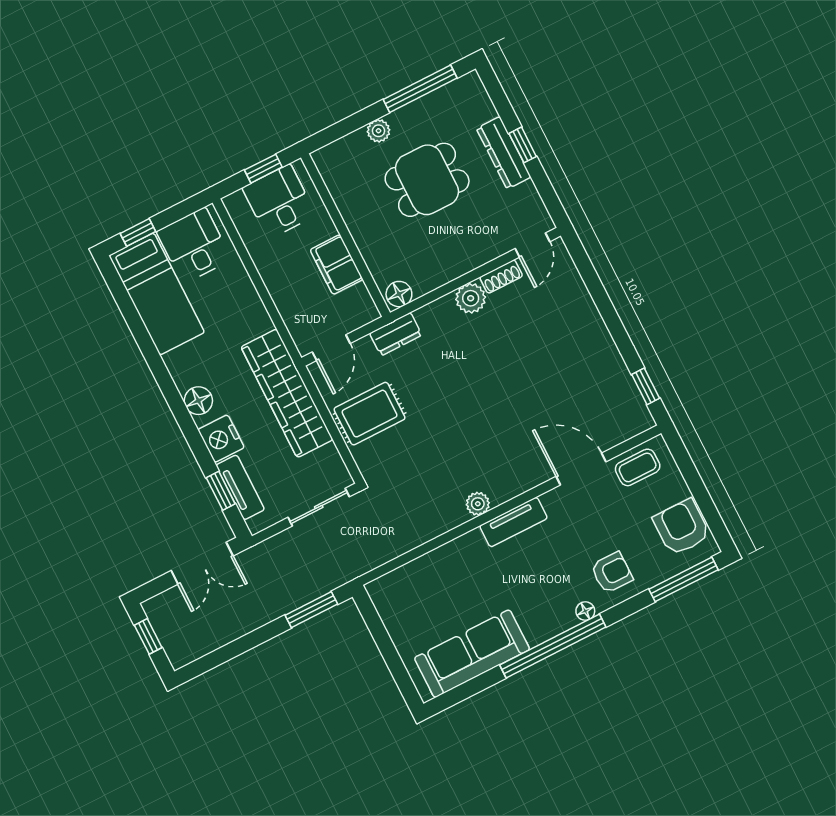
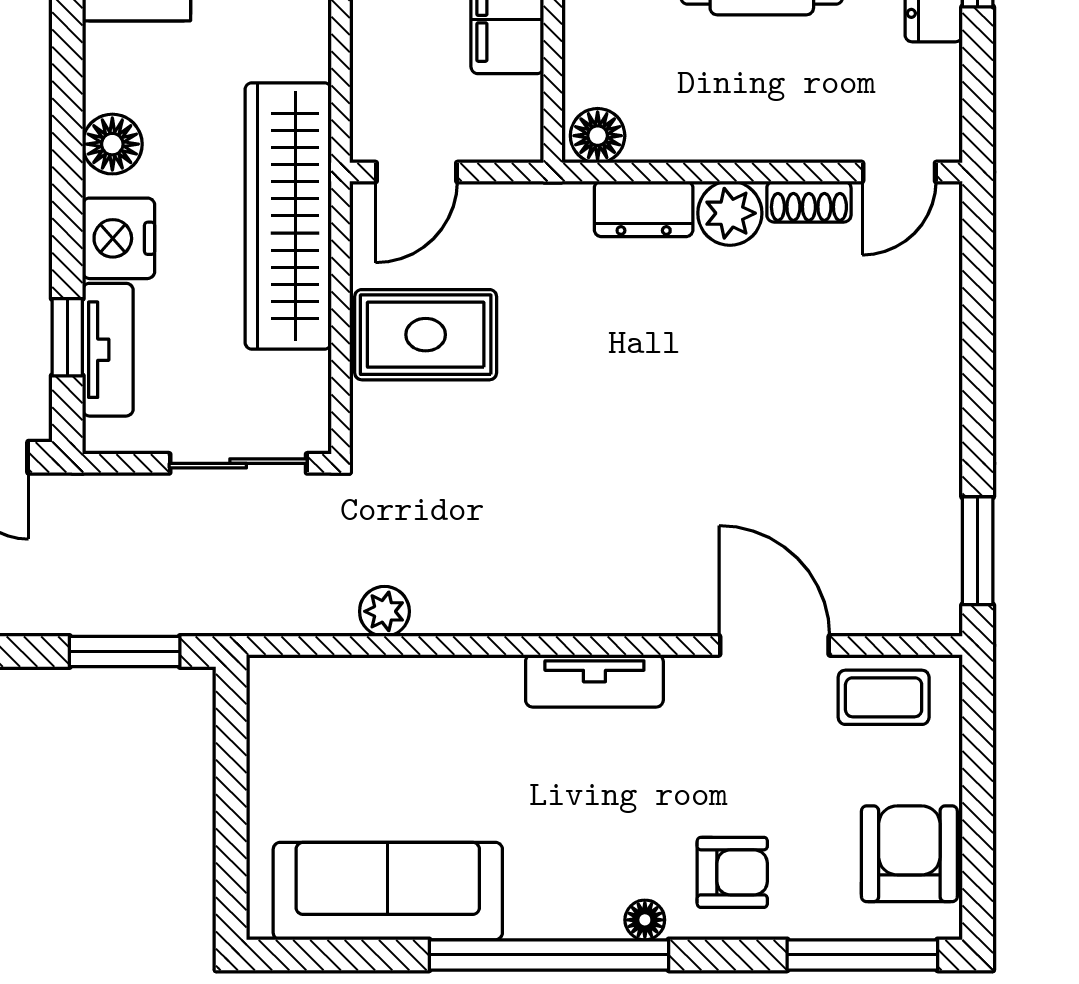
dresser: (396, 334) -> (644, 209), moved
window: (646, 386) -> (978, 551), width x1.50
plant: (478, 504) -> (384, 611), moved

